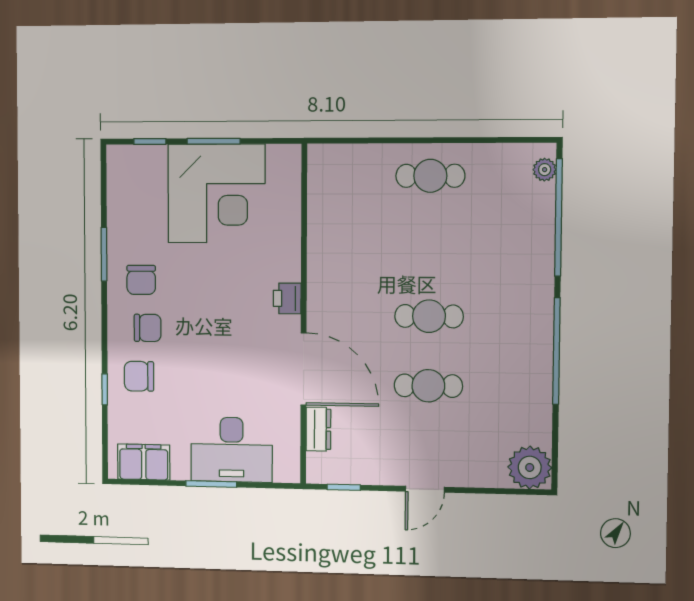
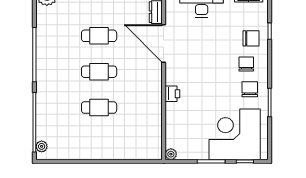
plant: (290, 155) -> (171, 154), added
cafe table: (430, 176) -> (99, 108), moved
corner desk: (216, 193) -> (235, 134), moved
printer: (287, 298) -> (172, 94), moved
chair: (148, 328) -> (246, 64), turned 90

